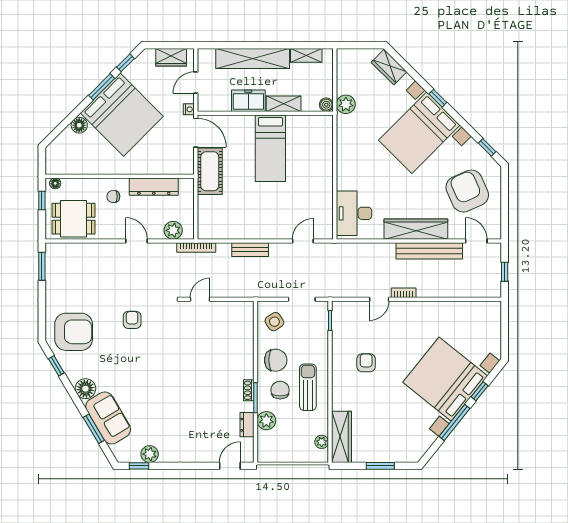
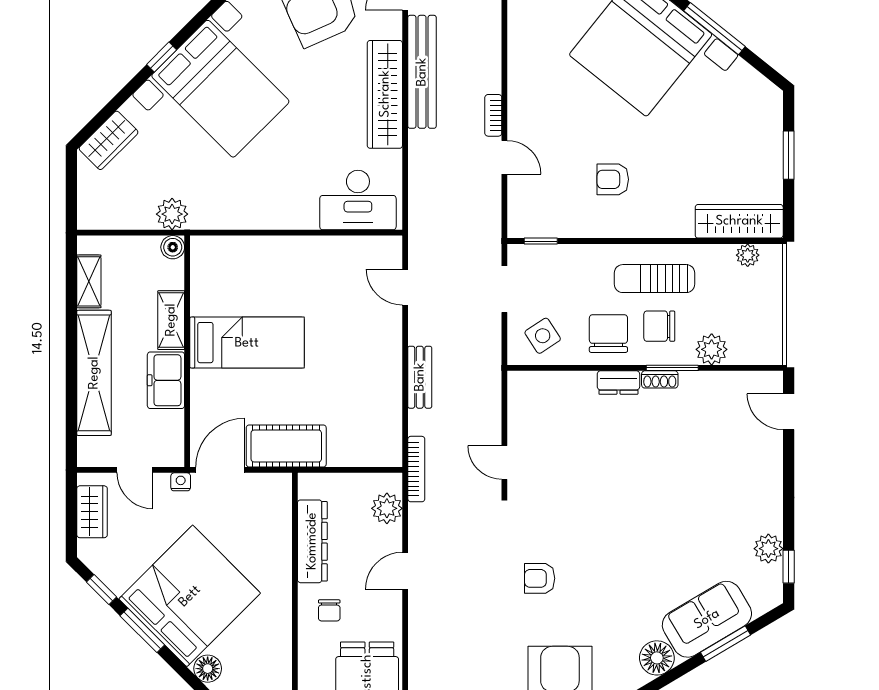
dresser: (247, 425) -> (618, 382), moved

